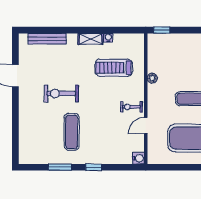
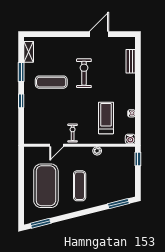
bench: (47, 39) -> (131, 61), width x0.73
shelving: (91, 39) -> (29, 52), moved
door: (146, 126) -> (57, 145), swing flipped
water cooler: (138, 158) -> (130, 139), moved

